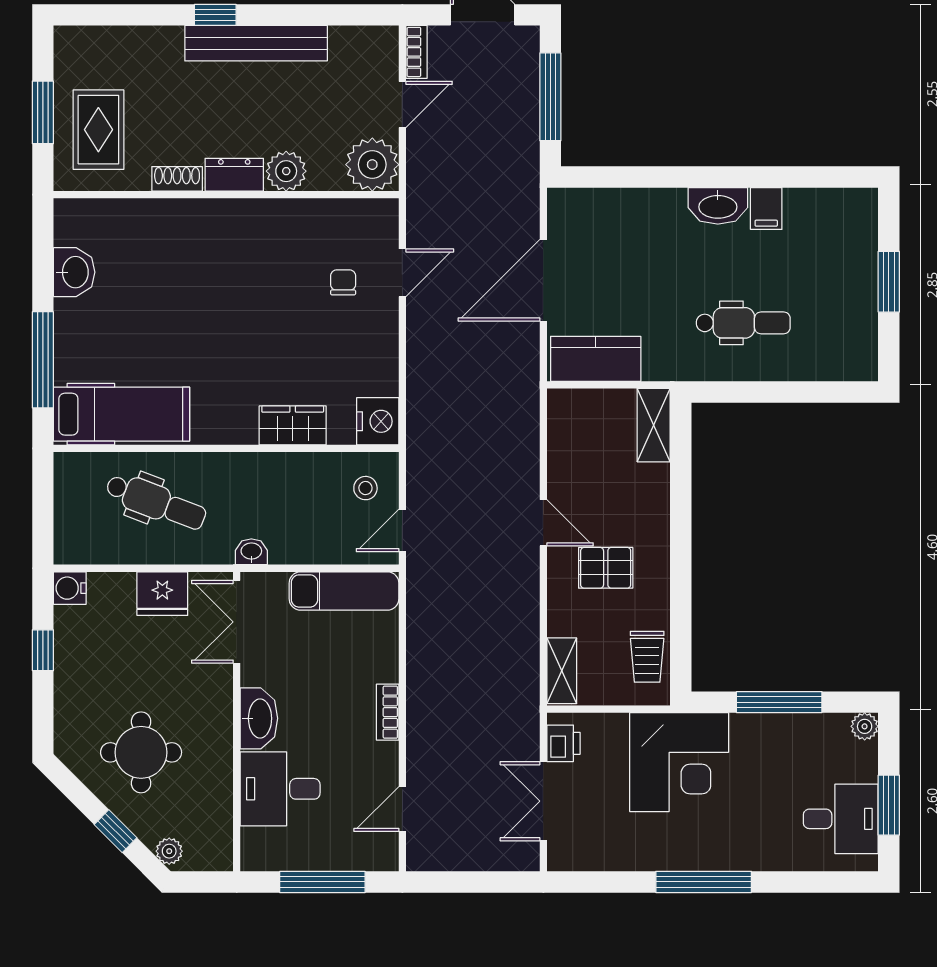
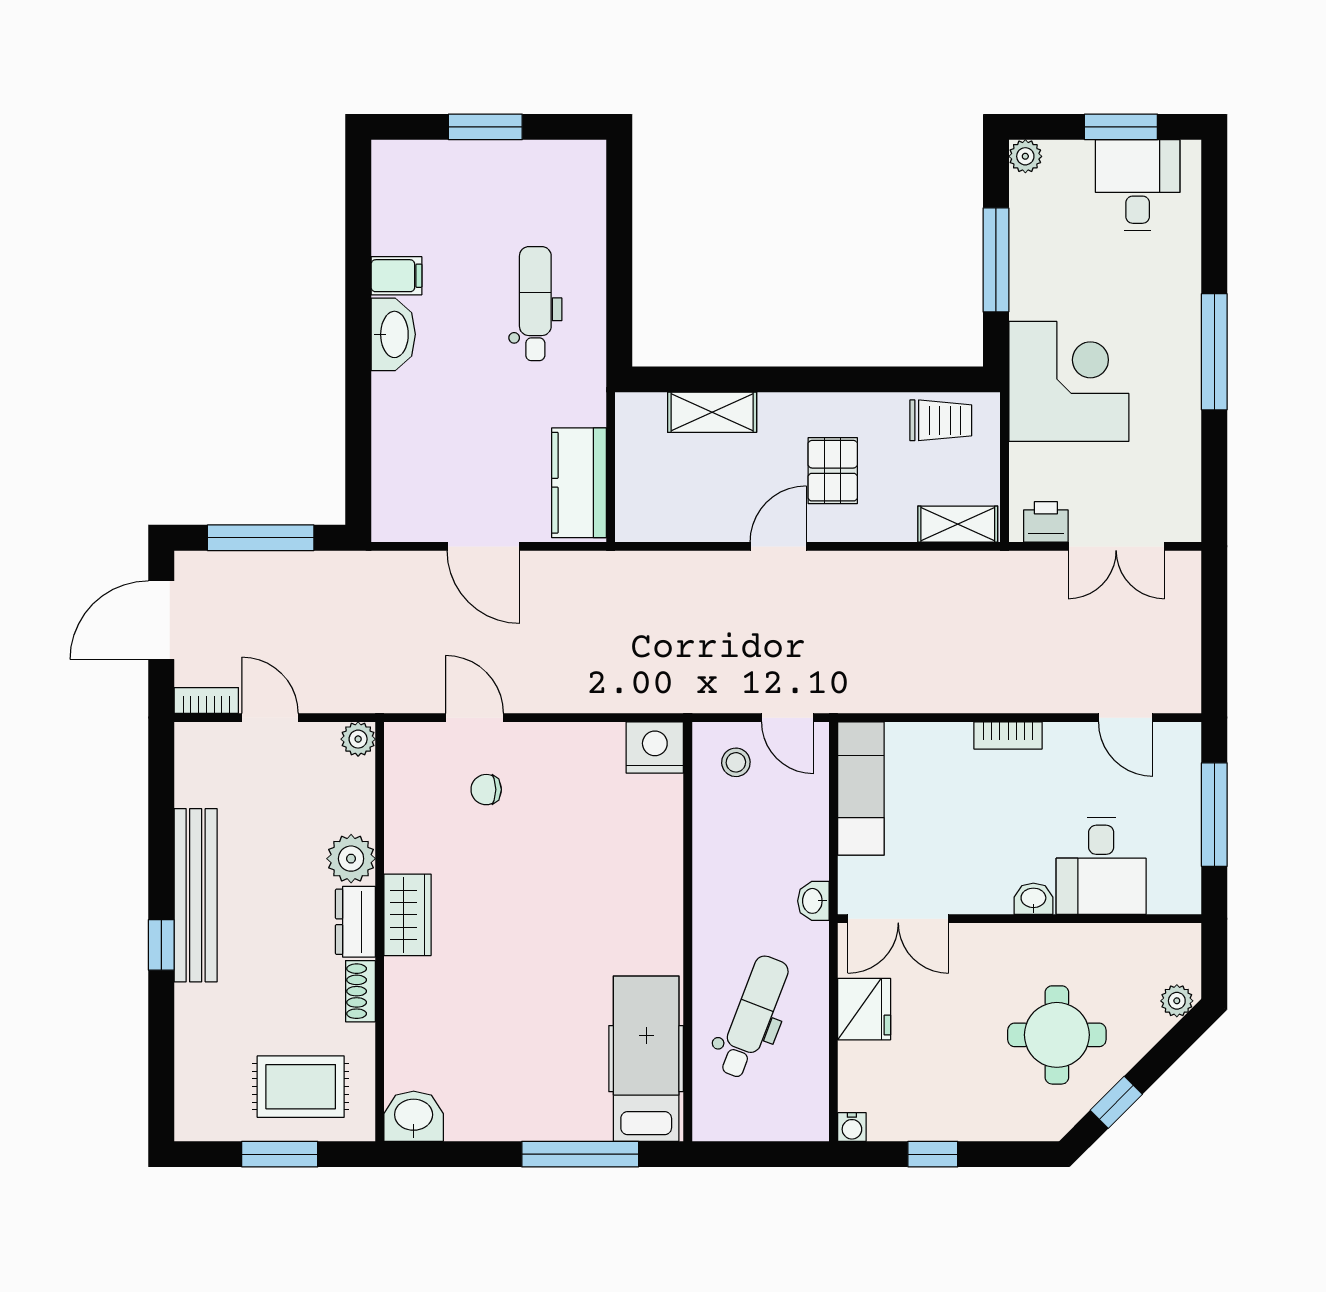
plant: (372, 165) -> (358, 739), width x0.53, depth x0.53
washbasin: (74, 272) -> (414, 1116), moved
door: (543, 280) -> (483, 546), width x0.73
wardrobe: (293, 425) -> (407, 915), moved, turned 180
shelving: (654, 425) -> (712, 412), moved
water cooler: (70, 588) -> (852, 1127), width x0.72, depth x0.72
washbasin: (259, 718) -> (1033, 899), width x0.52, depth x0.69
window: (116, 831) -> (1116, 1102), moved

